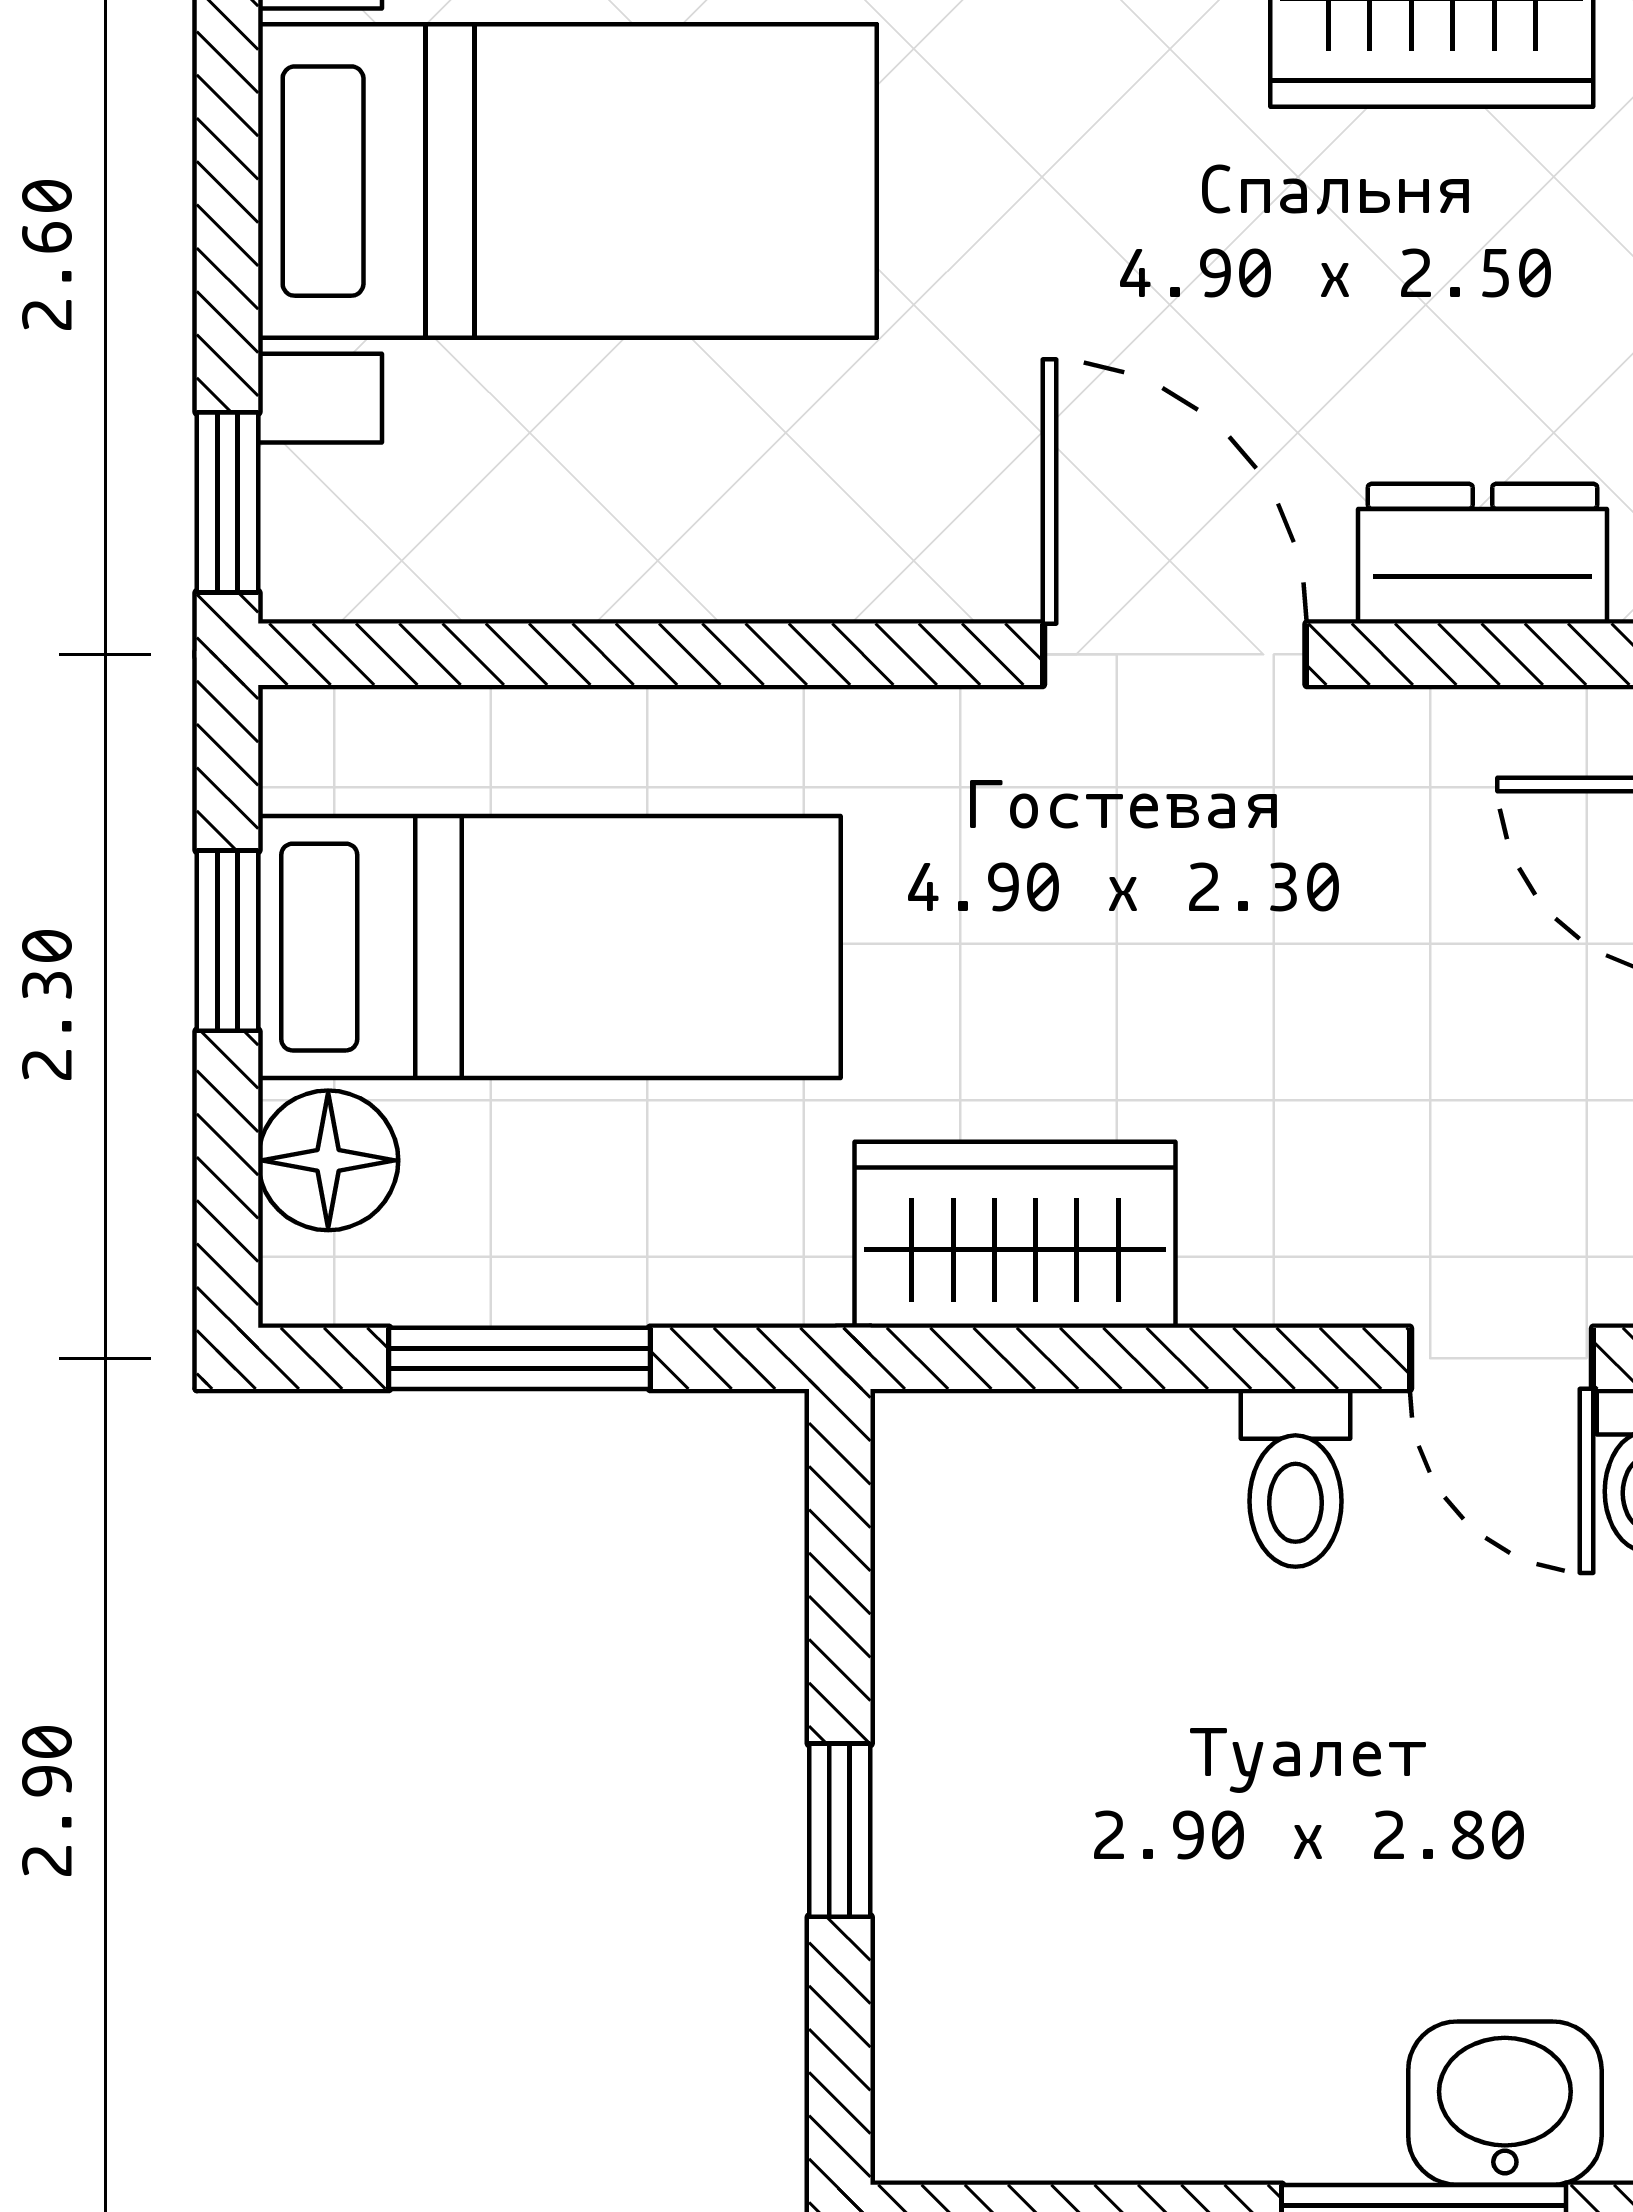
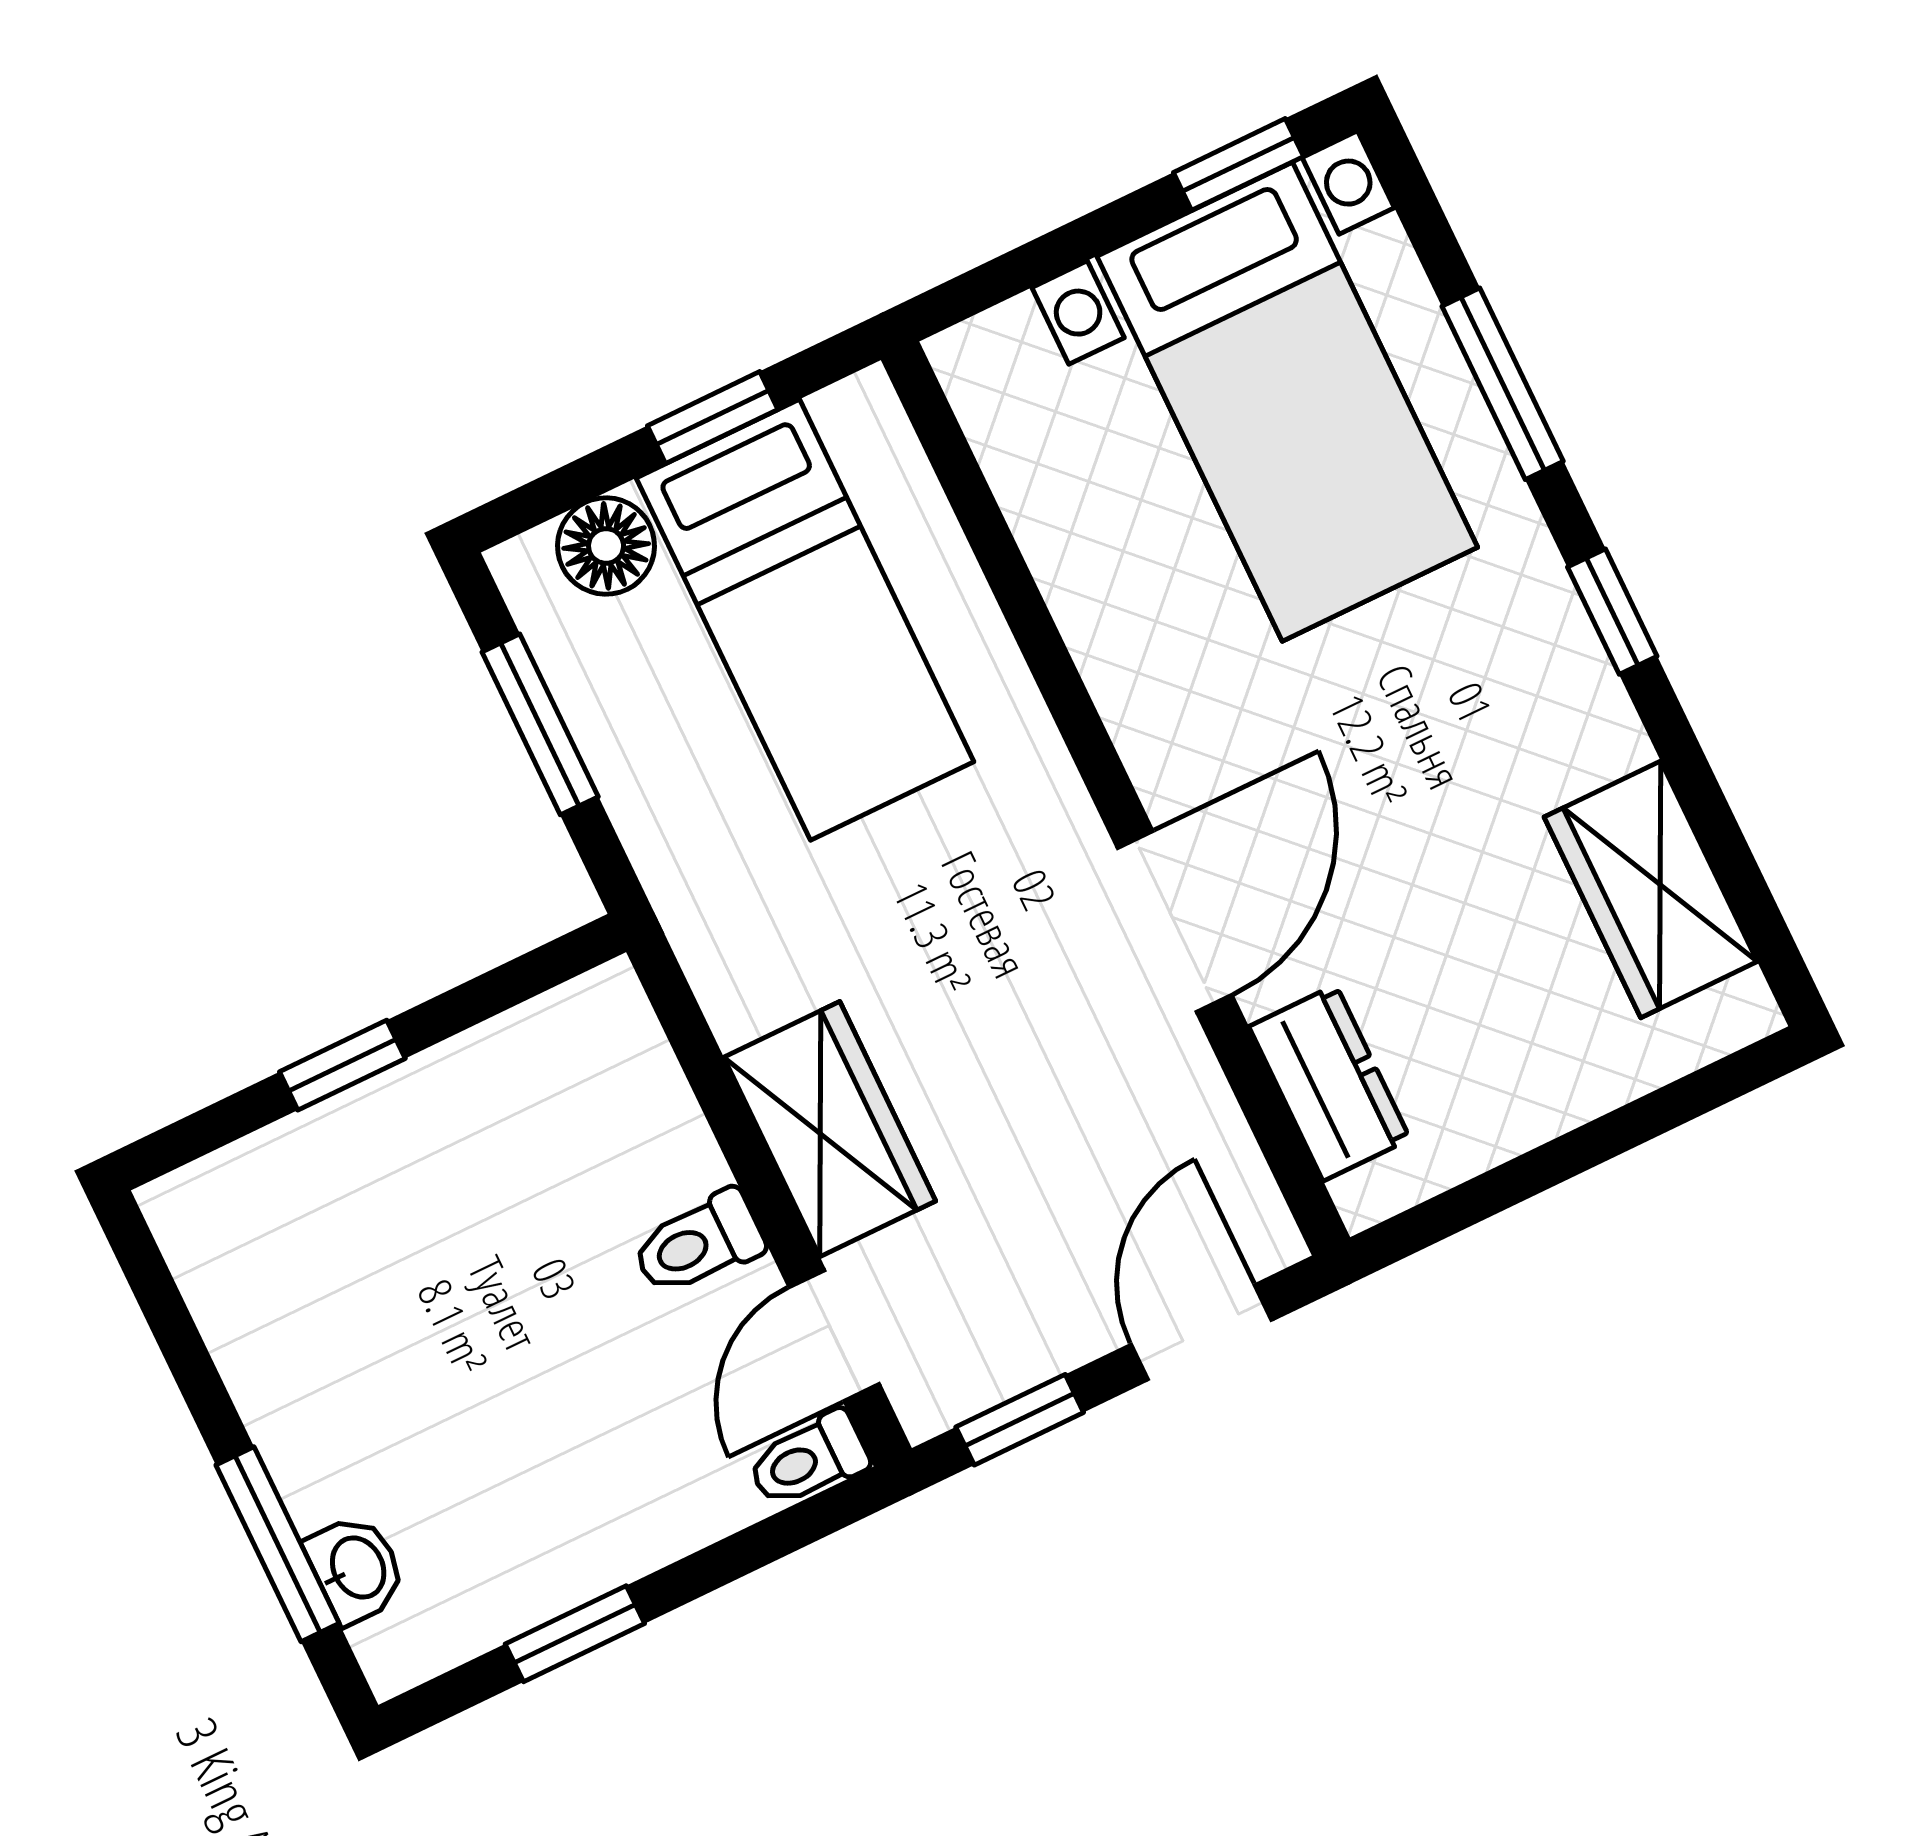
window: (227, 502) -> (1238, 164), moved
wardrobe: (1015, 1235) -> (830, 1129), moved
washbasin: (1505, 2103) -> (356, 1569), width x0.72, depth x0.69

